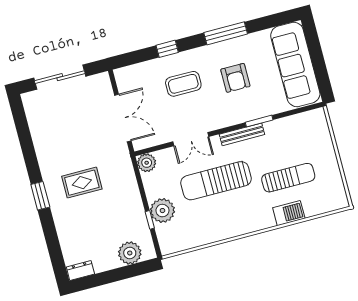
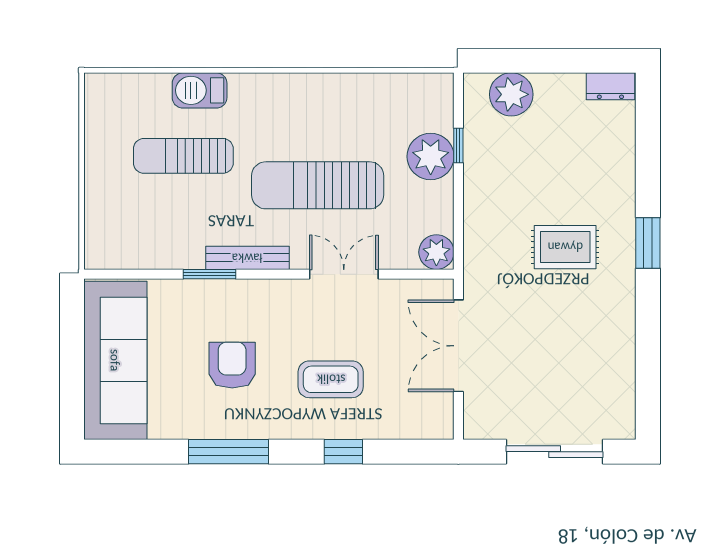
sun lounger: (216, 181) -> (318, 185), turned 180

